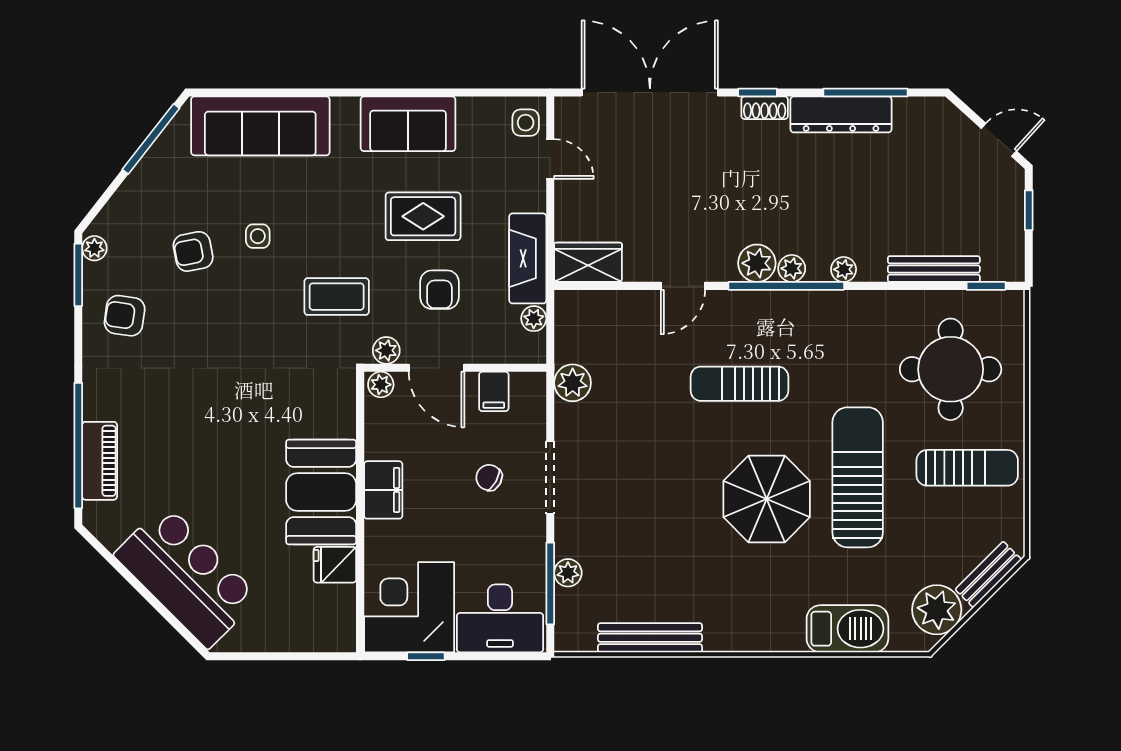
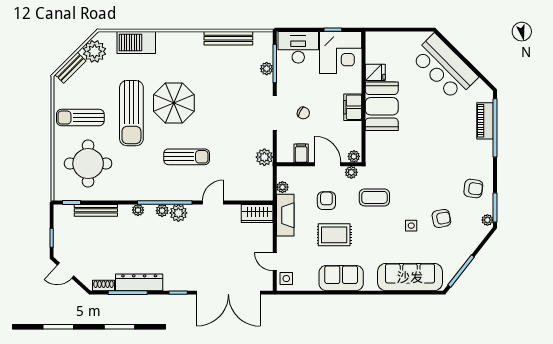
shoe rack: (765, 108) -> (104, 286), moved

